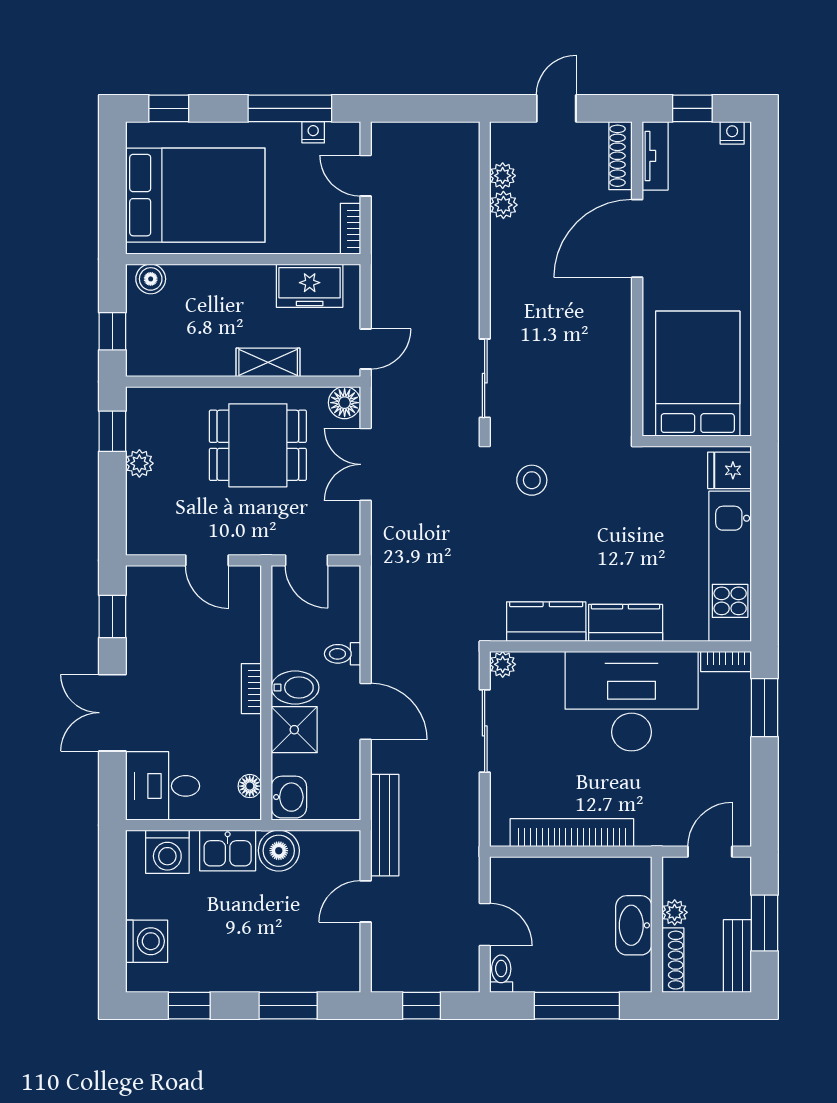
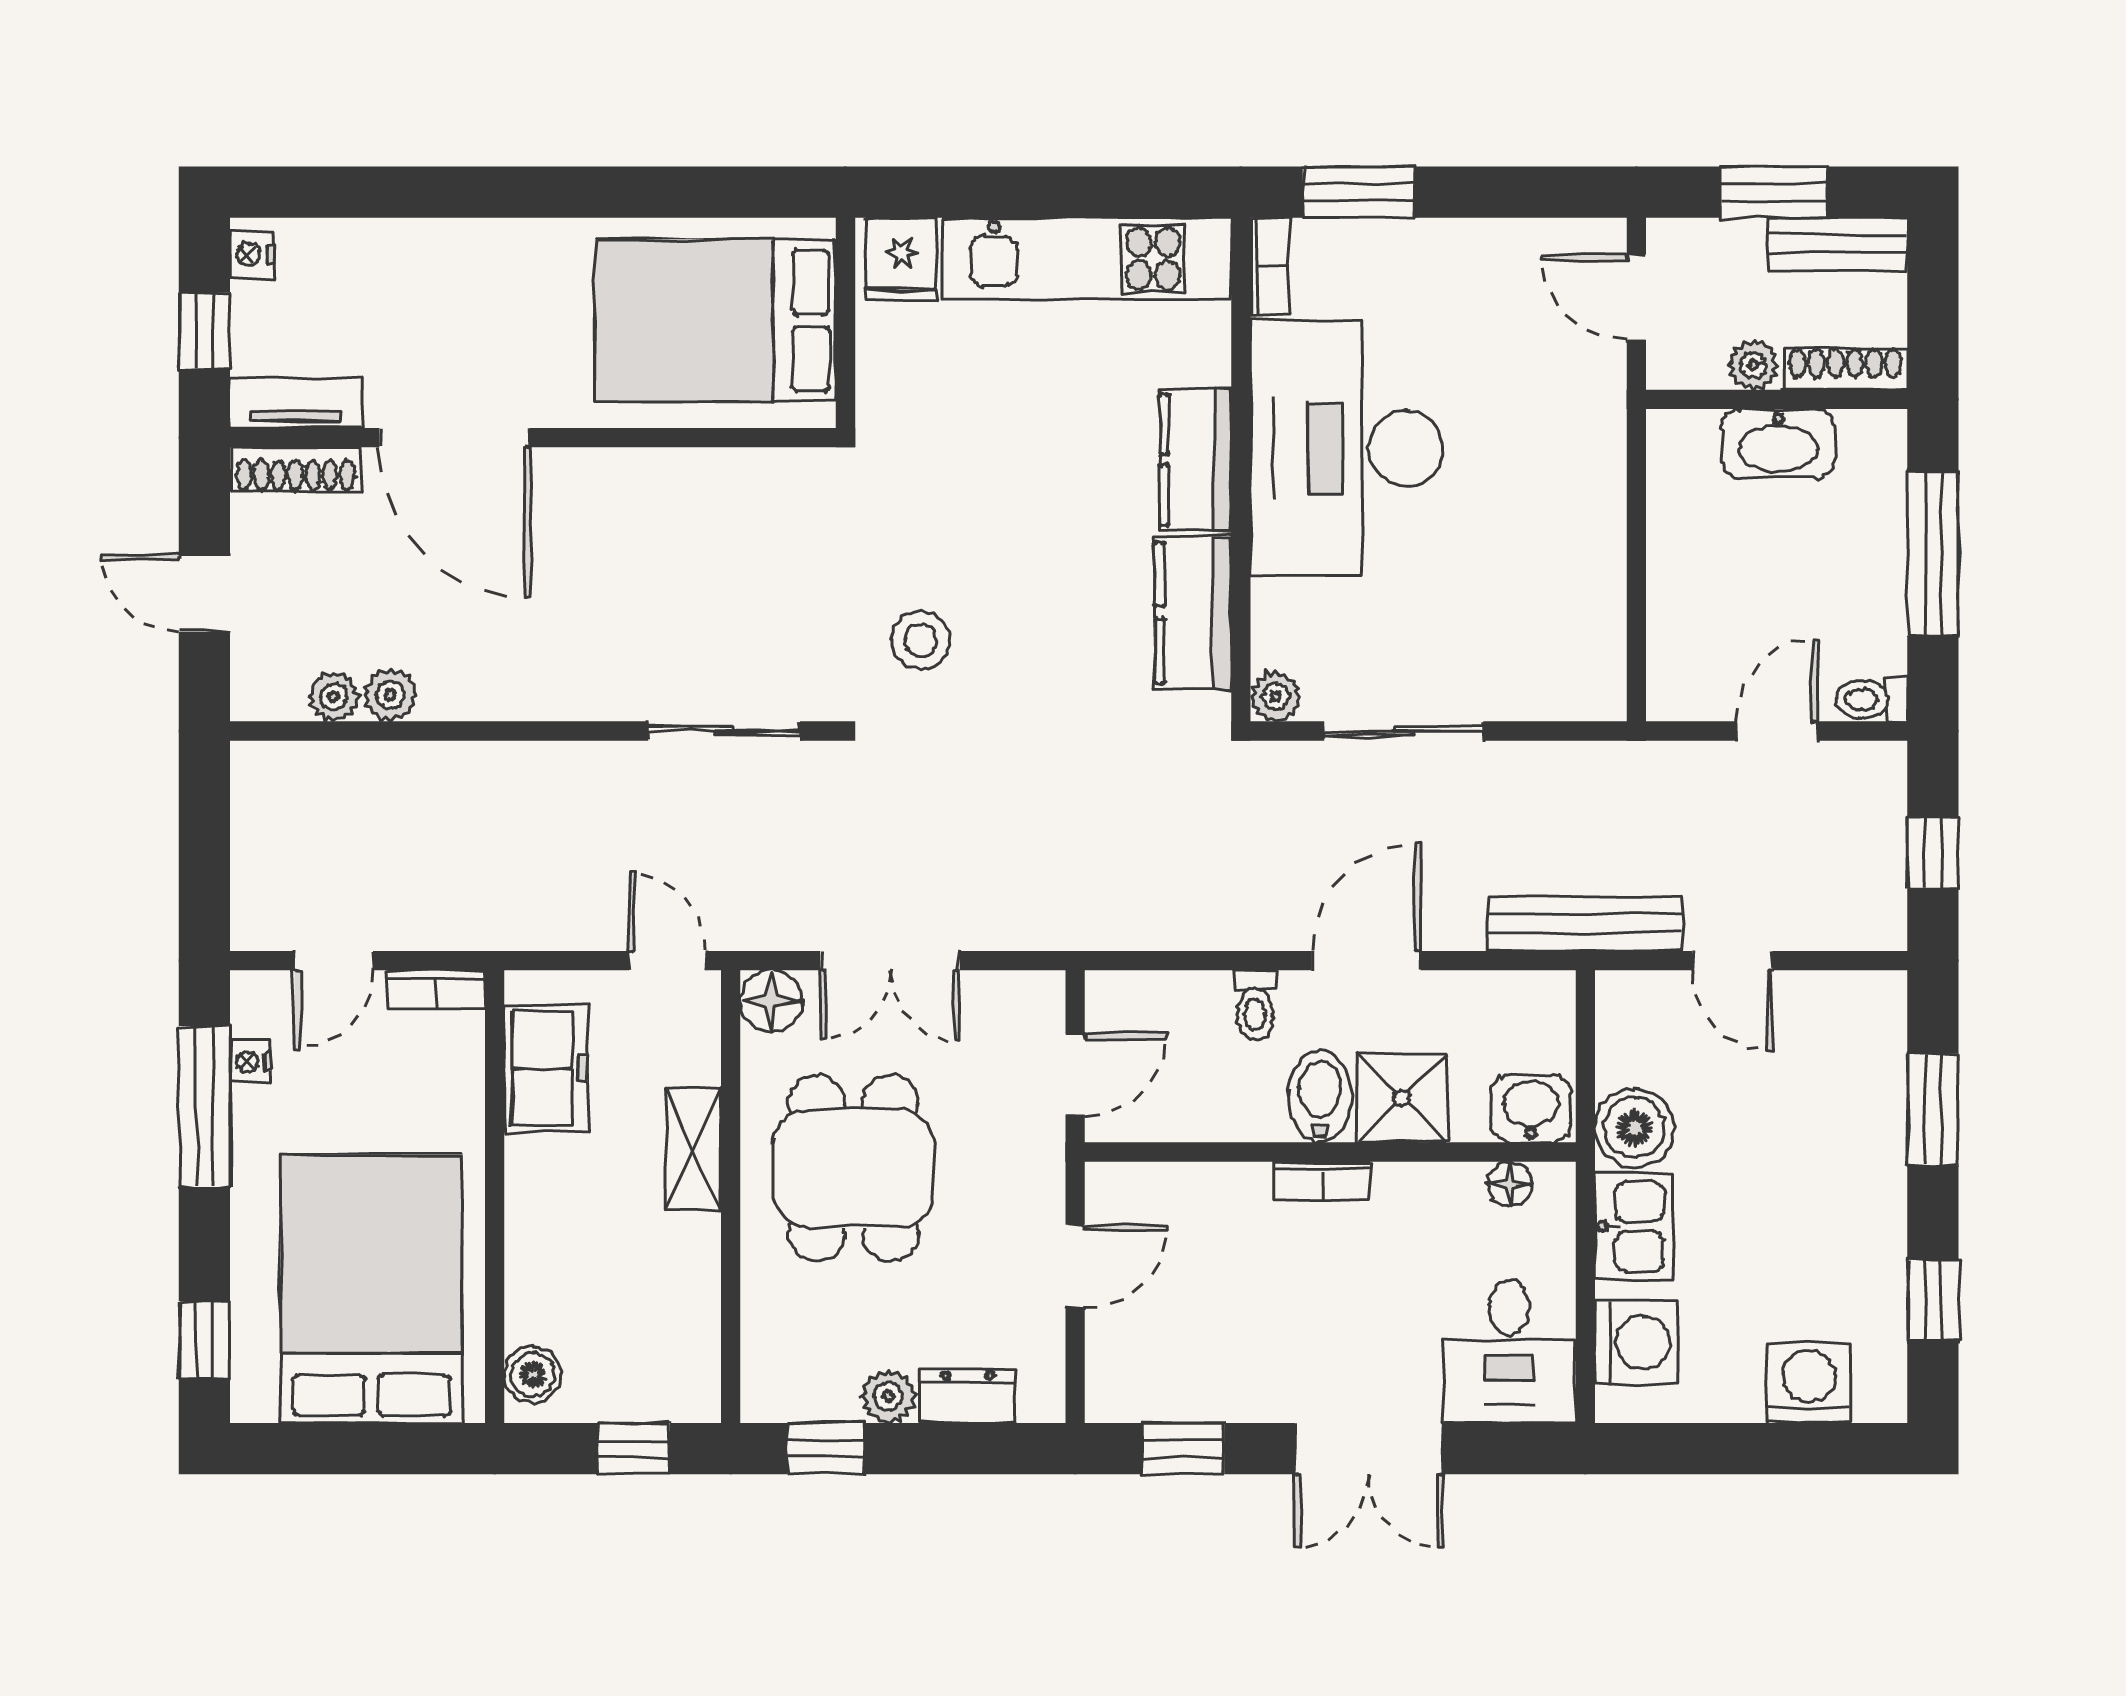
dresser: (139, 505) -> (968, 1396), added
bookcase: (572, 833) -> (1600, 563), removed

